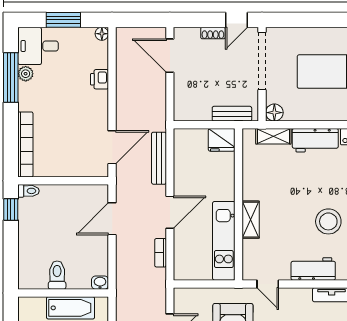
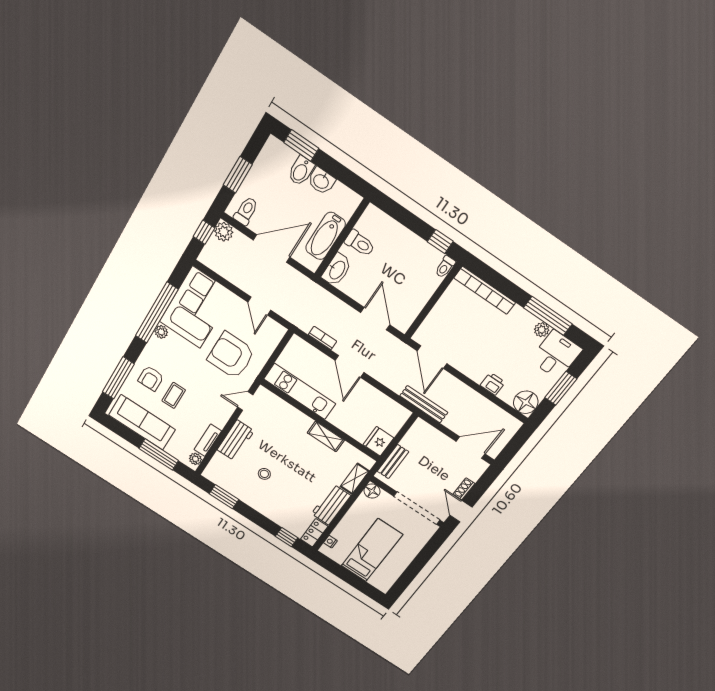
floor lamp: (102, 34) -> (526, 402), width x1.89, depth x1.89
bench: (159, 158) -> (424, 404), moved
shelving: (251, 220) -> (326, 437), moved
stool: (328, 221) -> (264, 474), width x0.53, depth x0.53
washbasin: (100, 283) -> (337, 270), width x1.91, depth x1.45

